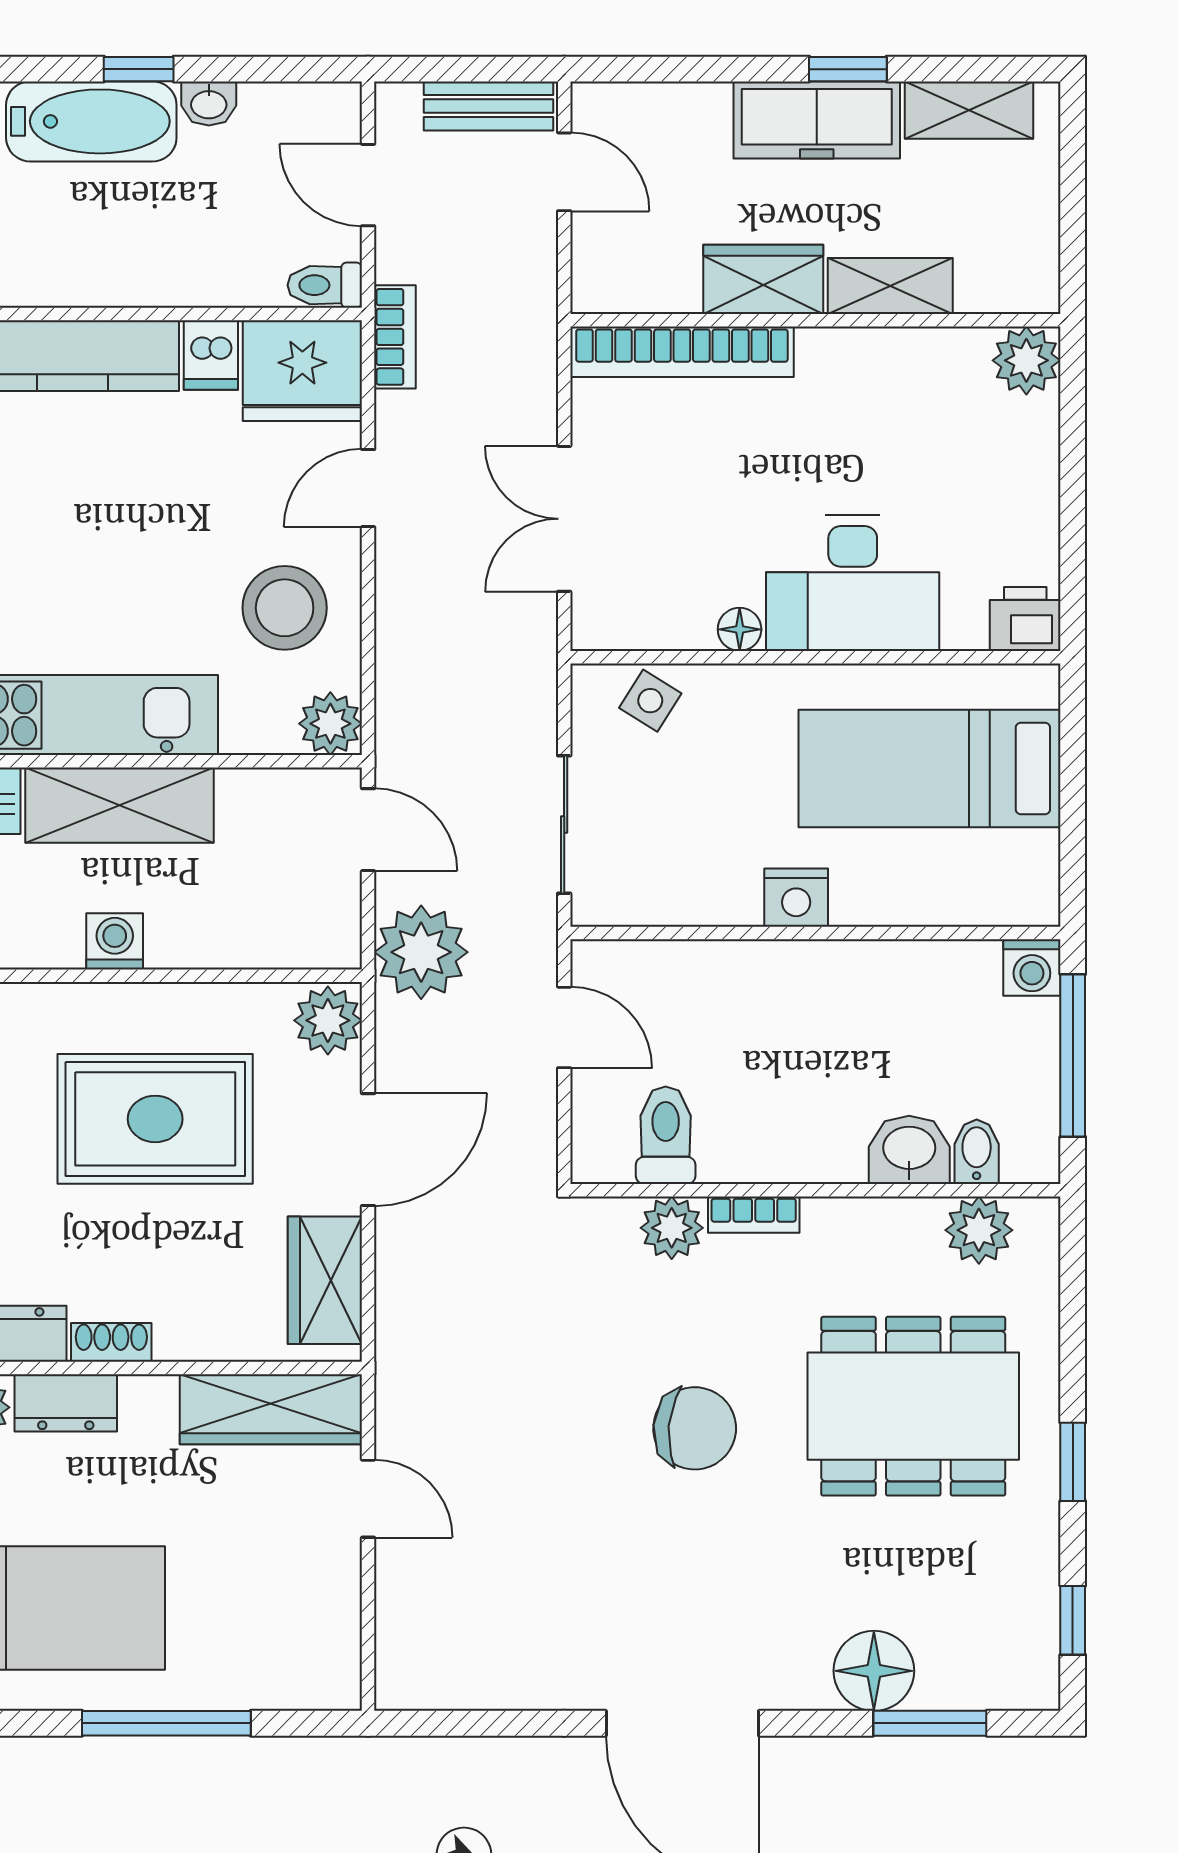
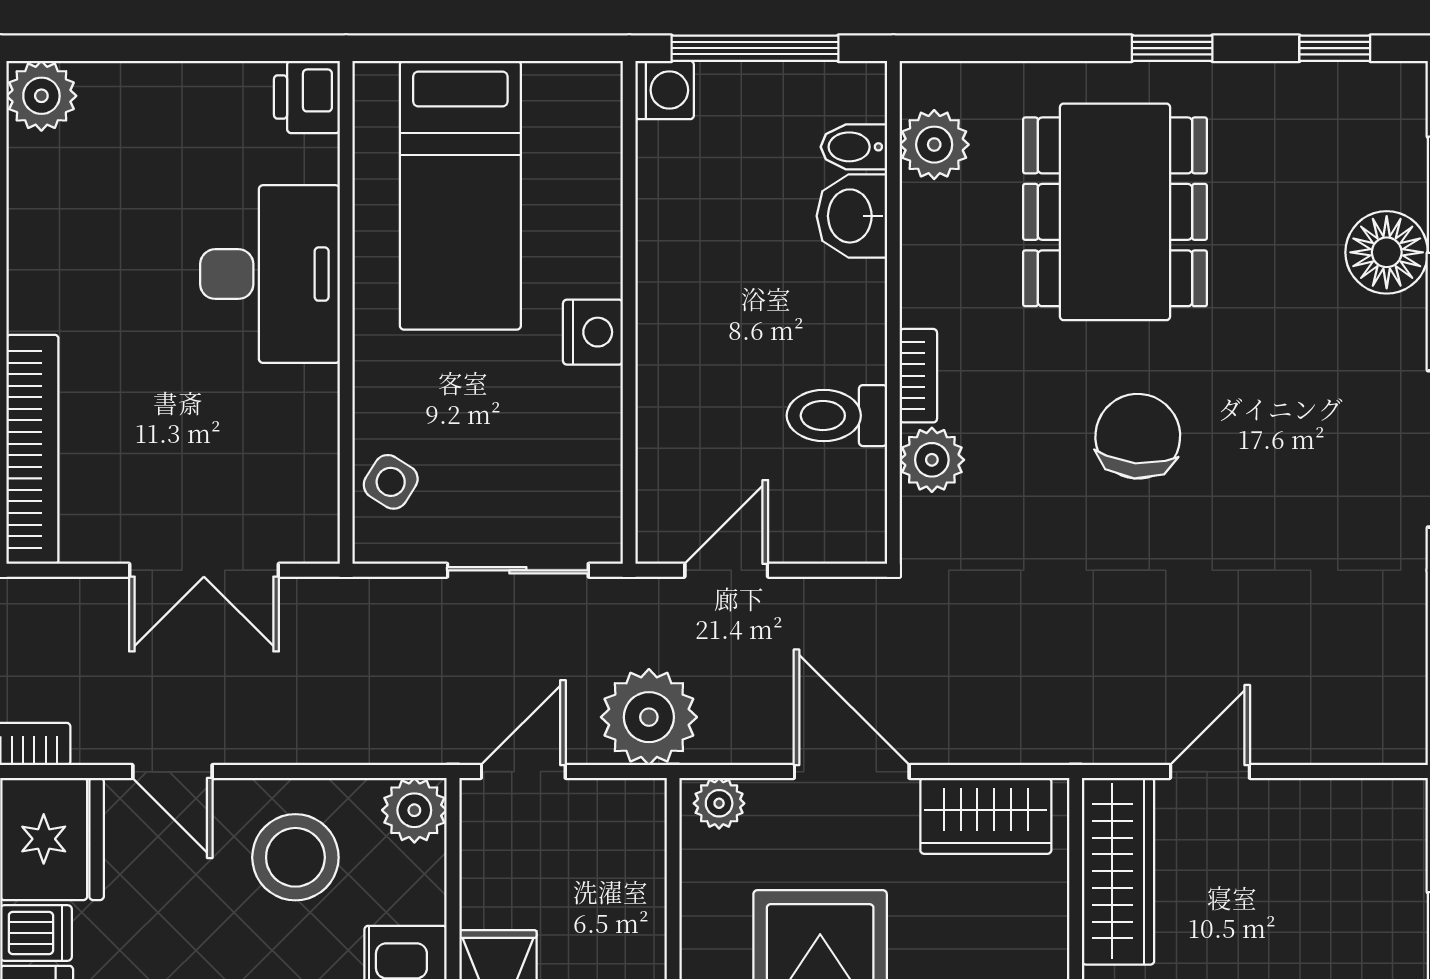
floor lamp: (740, 629) -> (318, 390), removed
plant: (328, 1020) -> (719, 803), width x0.73, depth x0.73
toilet: (666, 1135) -> (837, 416), moved

